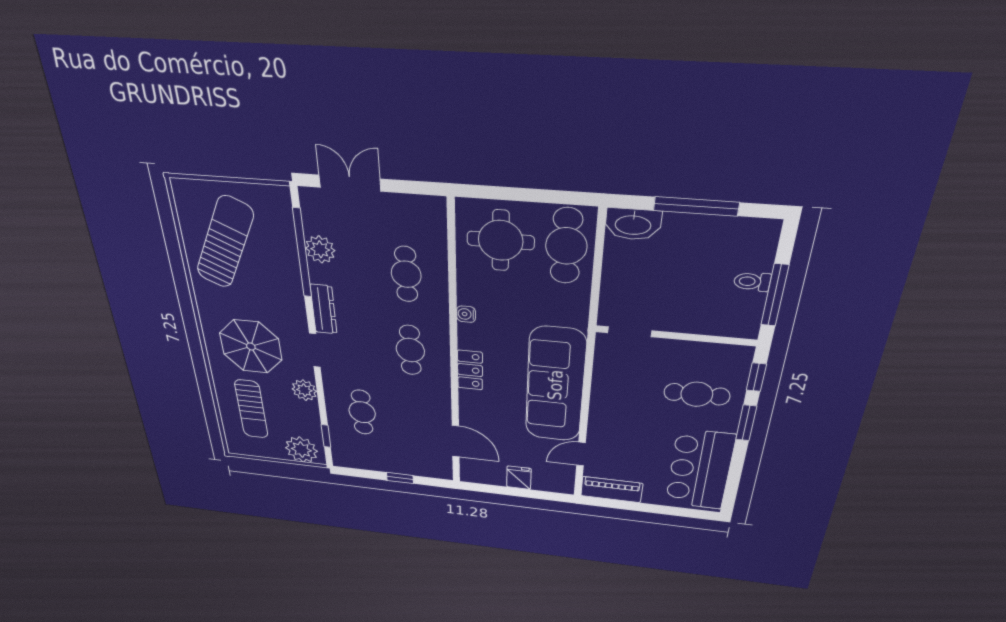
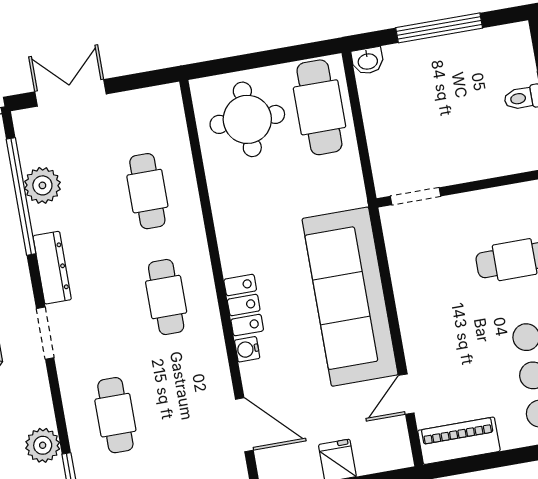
washbasin: (633, 224) -> (368, 61), width x0.52, depth x0.69
water cooler: (466, 314) -> (247, 349), moved
plant: (304, 390) -> (43, 445), moved

